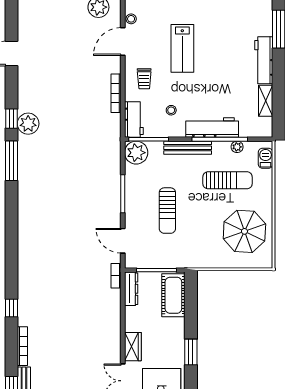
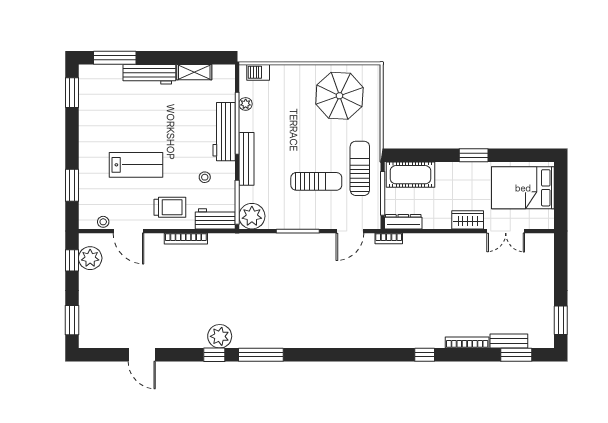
trolley: (144, 79) -> (170, 207), width x1.36, depth x1.39
sun lounger: (228, 180) -> (360, 168), moved

